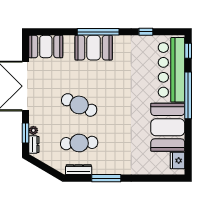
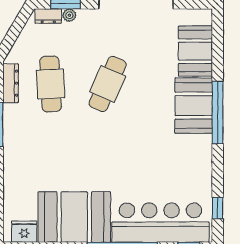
window: (146, 32) -> (218, 208), moved
booth: (46, 46) -> (195, 51), moved

